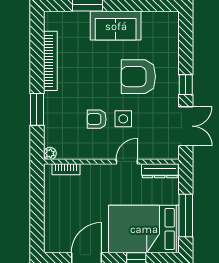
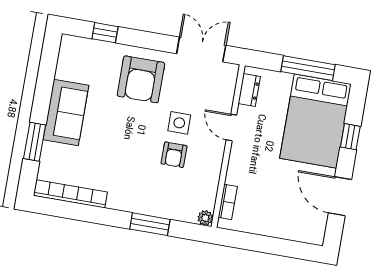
bookcase: (50, 61) -> (70, 194), moved
armchair: (138, 77) -> (141, 79), moved
window: (186, 85) -> (105, 33), moved
dresser: (160, 171) -> (249, 90), width x0.70

